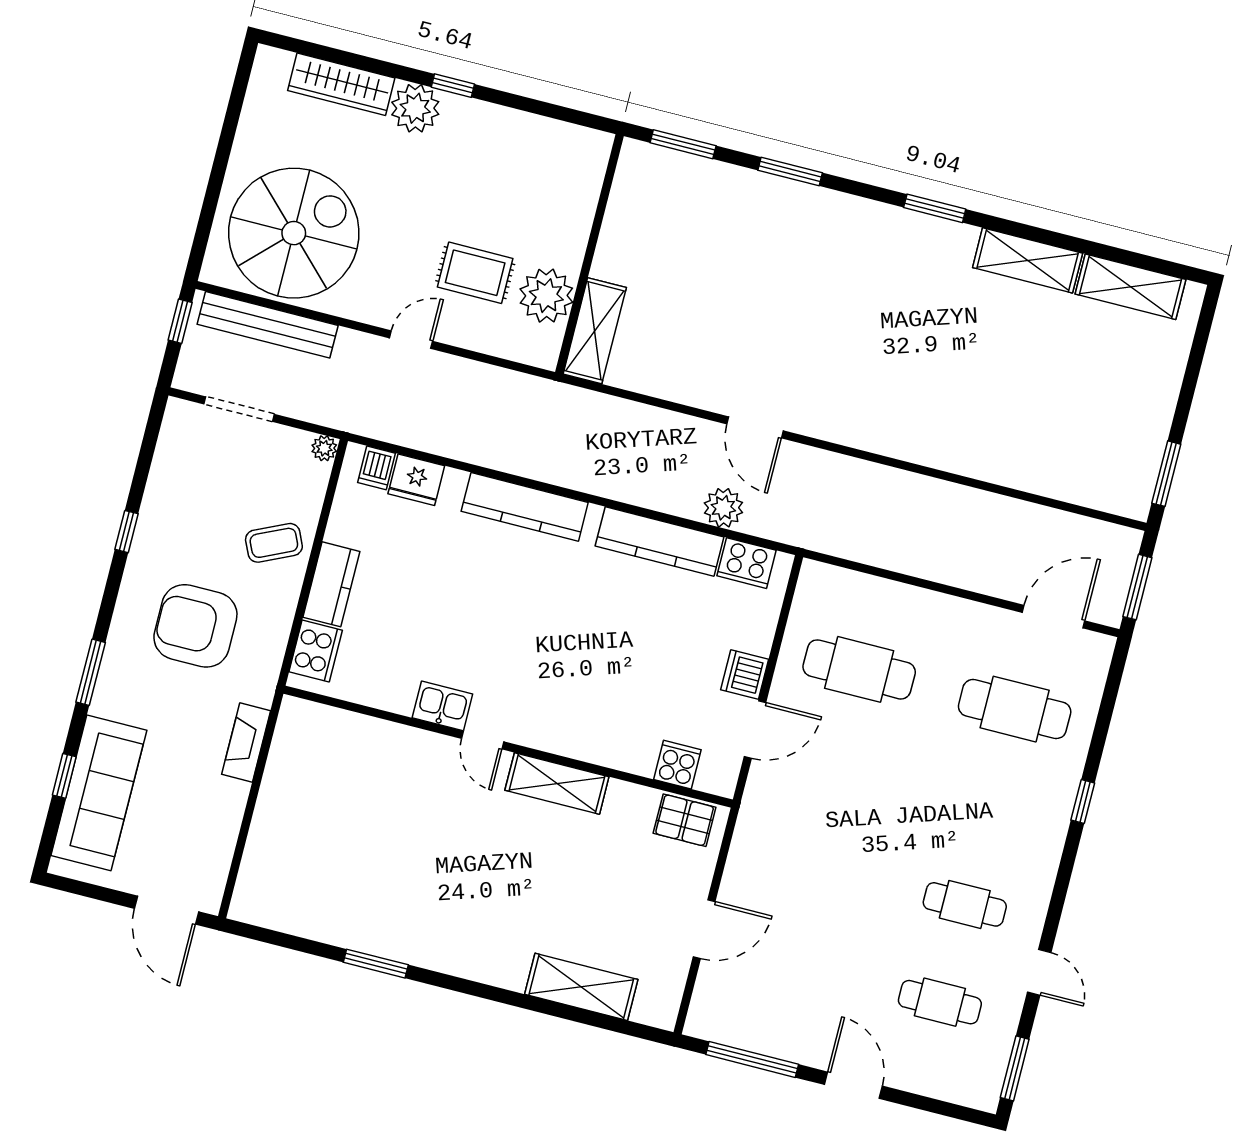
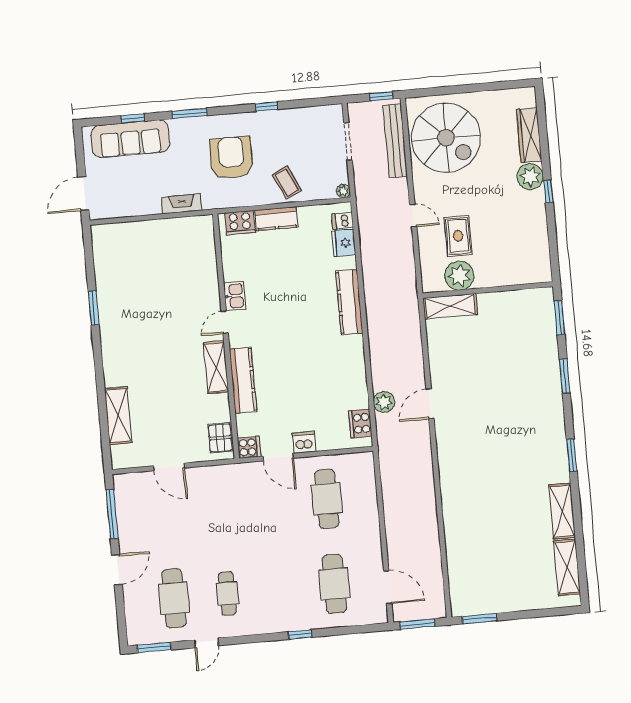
kitchen counter: (660, 542) -> (243, 380), moved, turned 180
cooker: (677, 765) -> (249, 447), moved
cafe table: (940, 1002) -> (174, 598), width x1.37, depth x1.35

